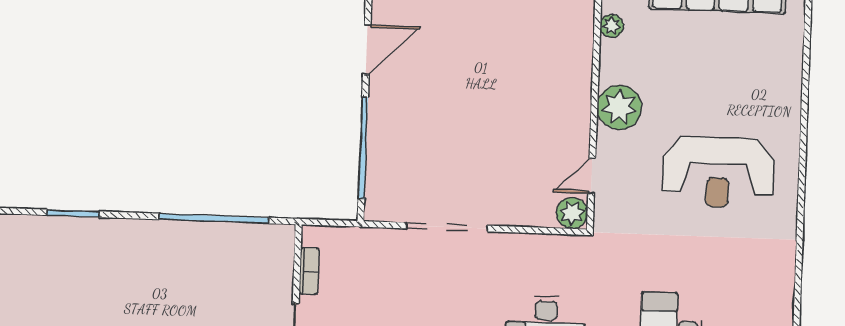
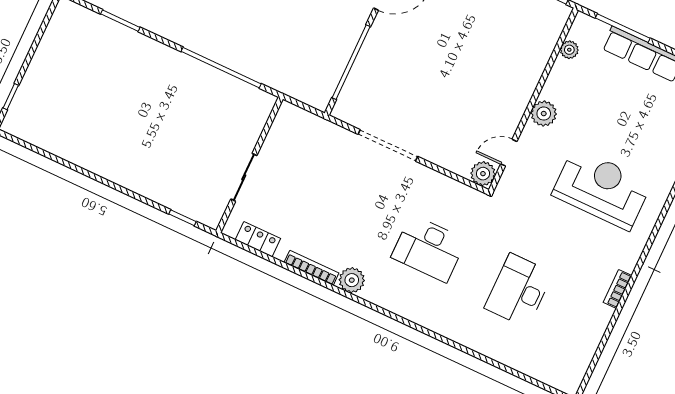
plant: (619, 107) -> (544, 114), width x0.73, depth x0.73
reception desk: (718, 172) -> (602, 189), turned 180
bookcase: (309, 271) -> (618, 289), moved, turned 180

